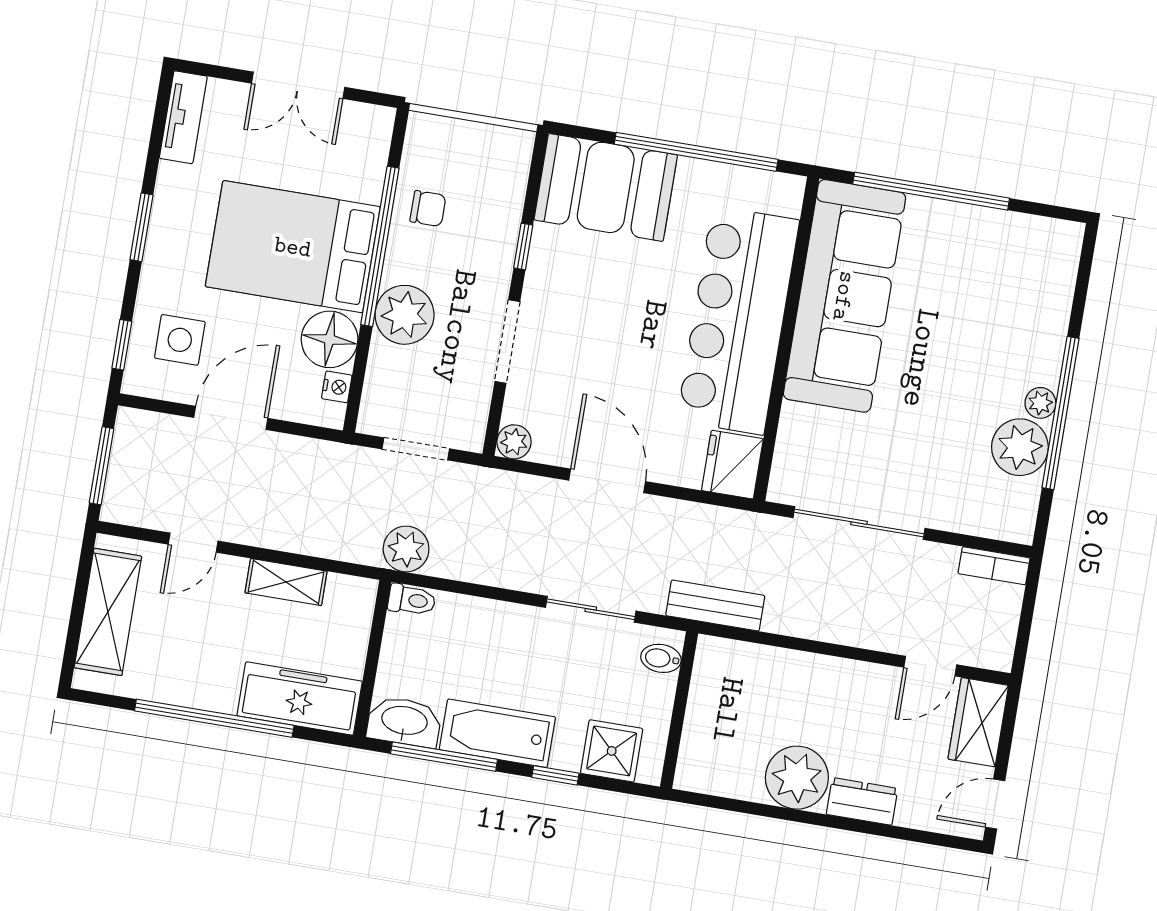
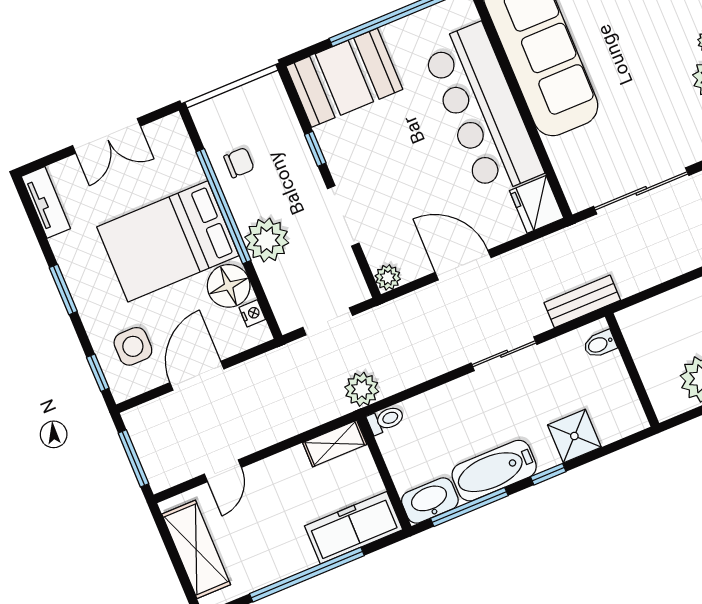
shelving: (286, 582) -> (335, 443), moved
bidet: (661, 658) -> (600, 344), moved
wall: (679, 710) -> (632, 370), moved

